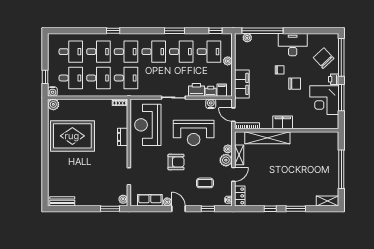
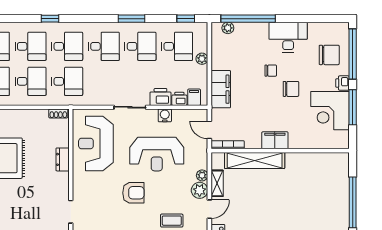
chair: (324, 58) -> (329, 55), turned 133
water cooler: (211, 104) -> (165, 115), moved

